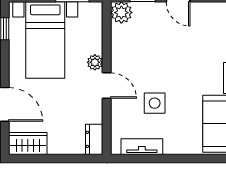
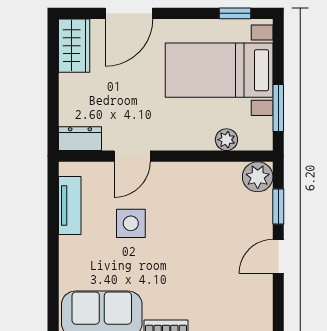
plant: (95, 62) -> (226, 140), moved
door: (107, 86) -> (132, 156), moved

